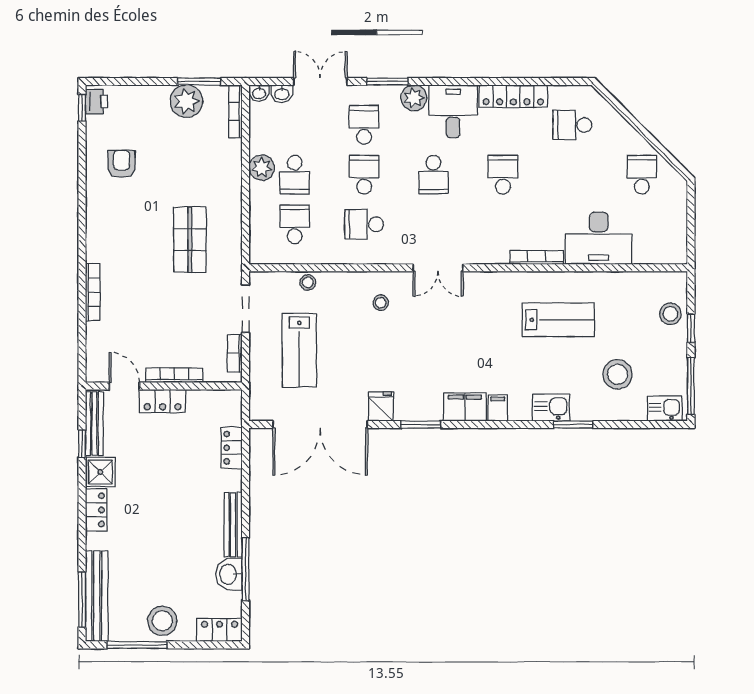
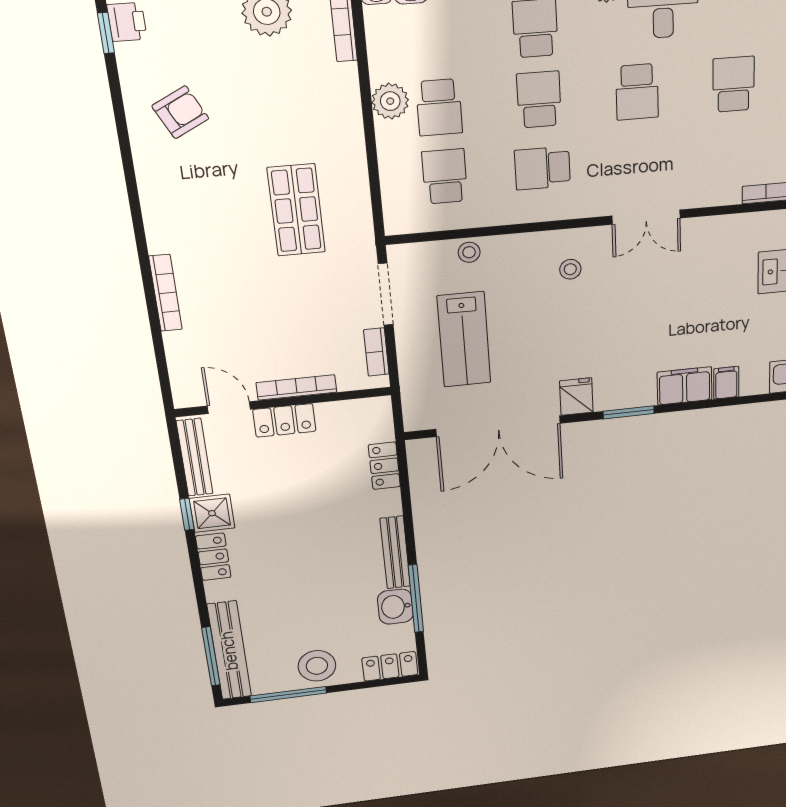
armchair: (121, 164) -> (180, 112), turned 63
window: (82, 444) -> (187, 514), moved

